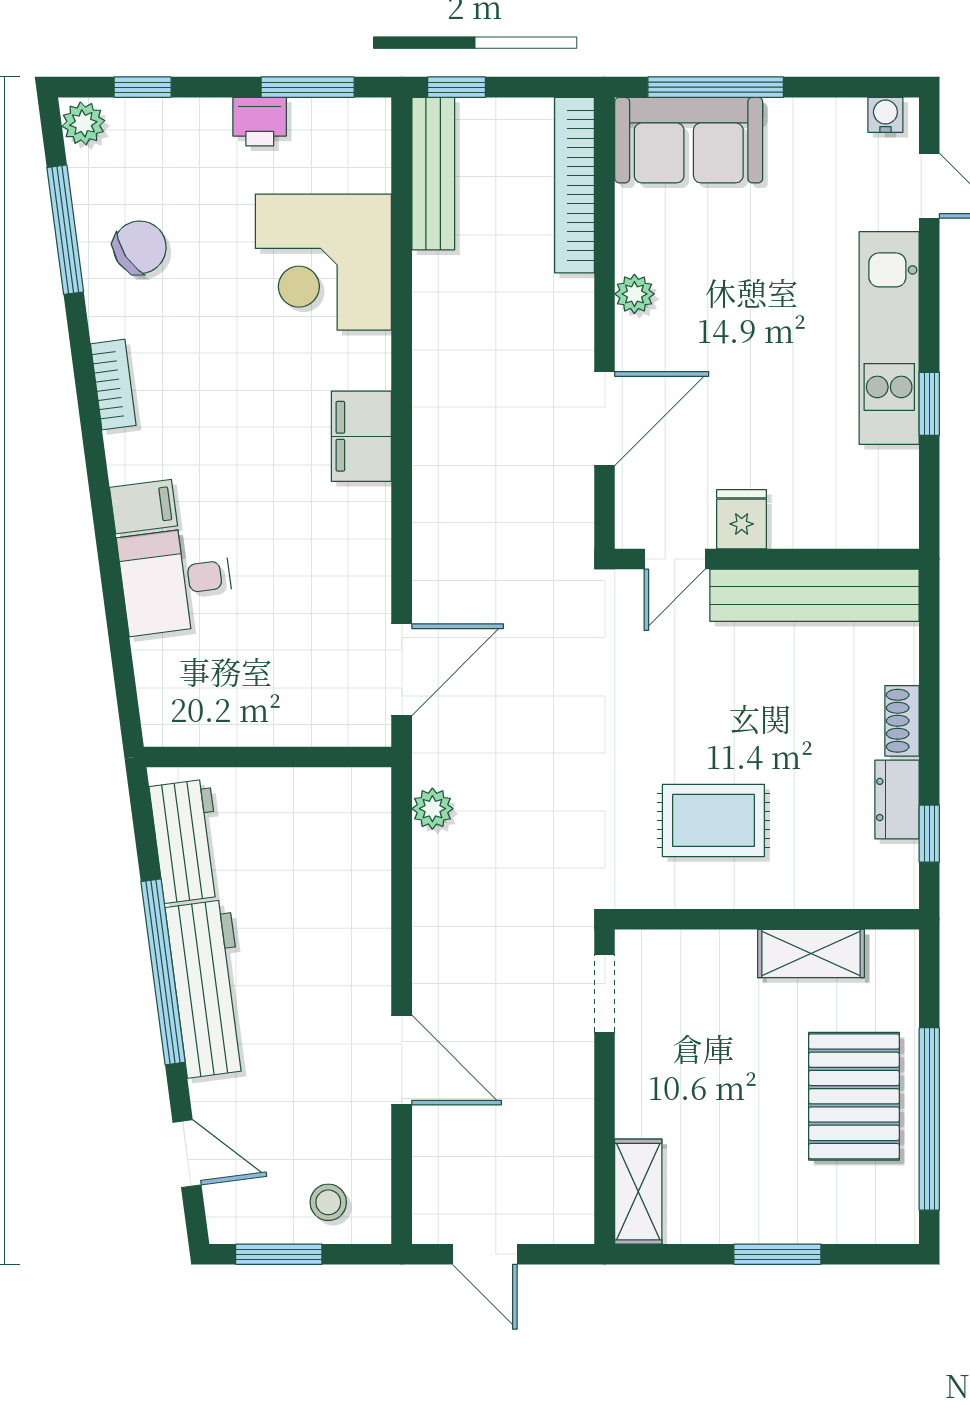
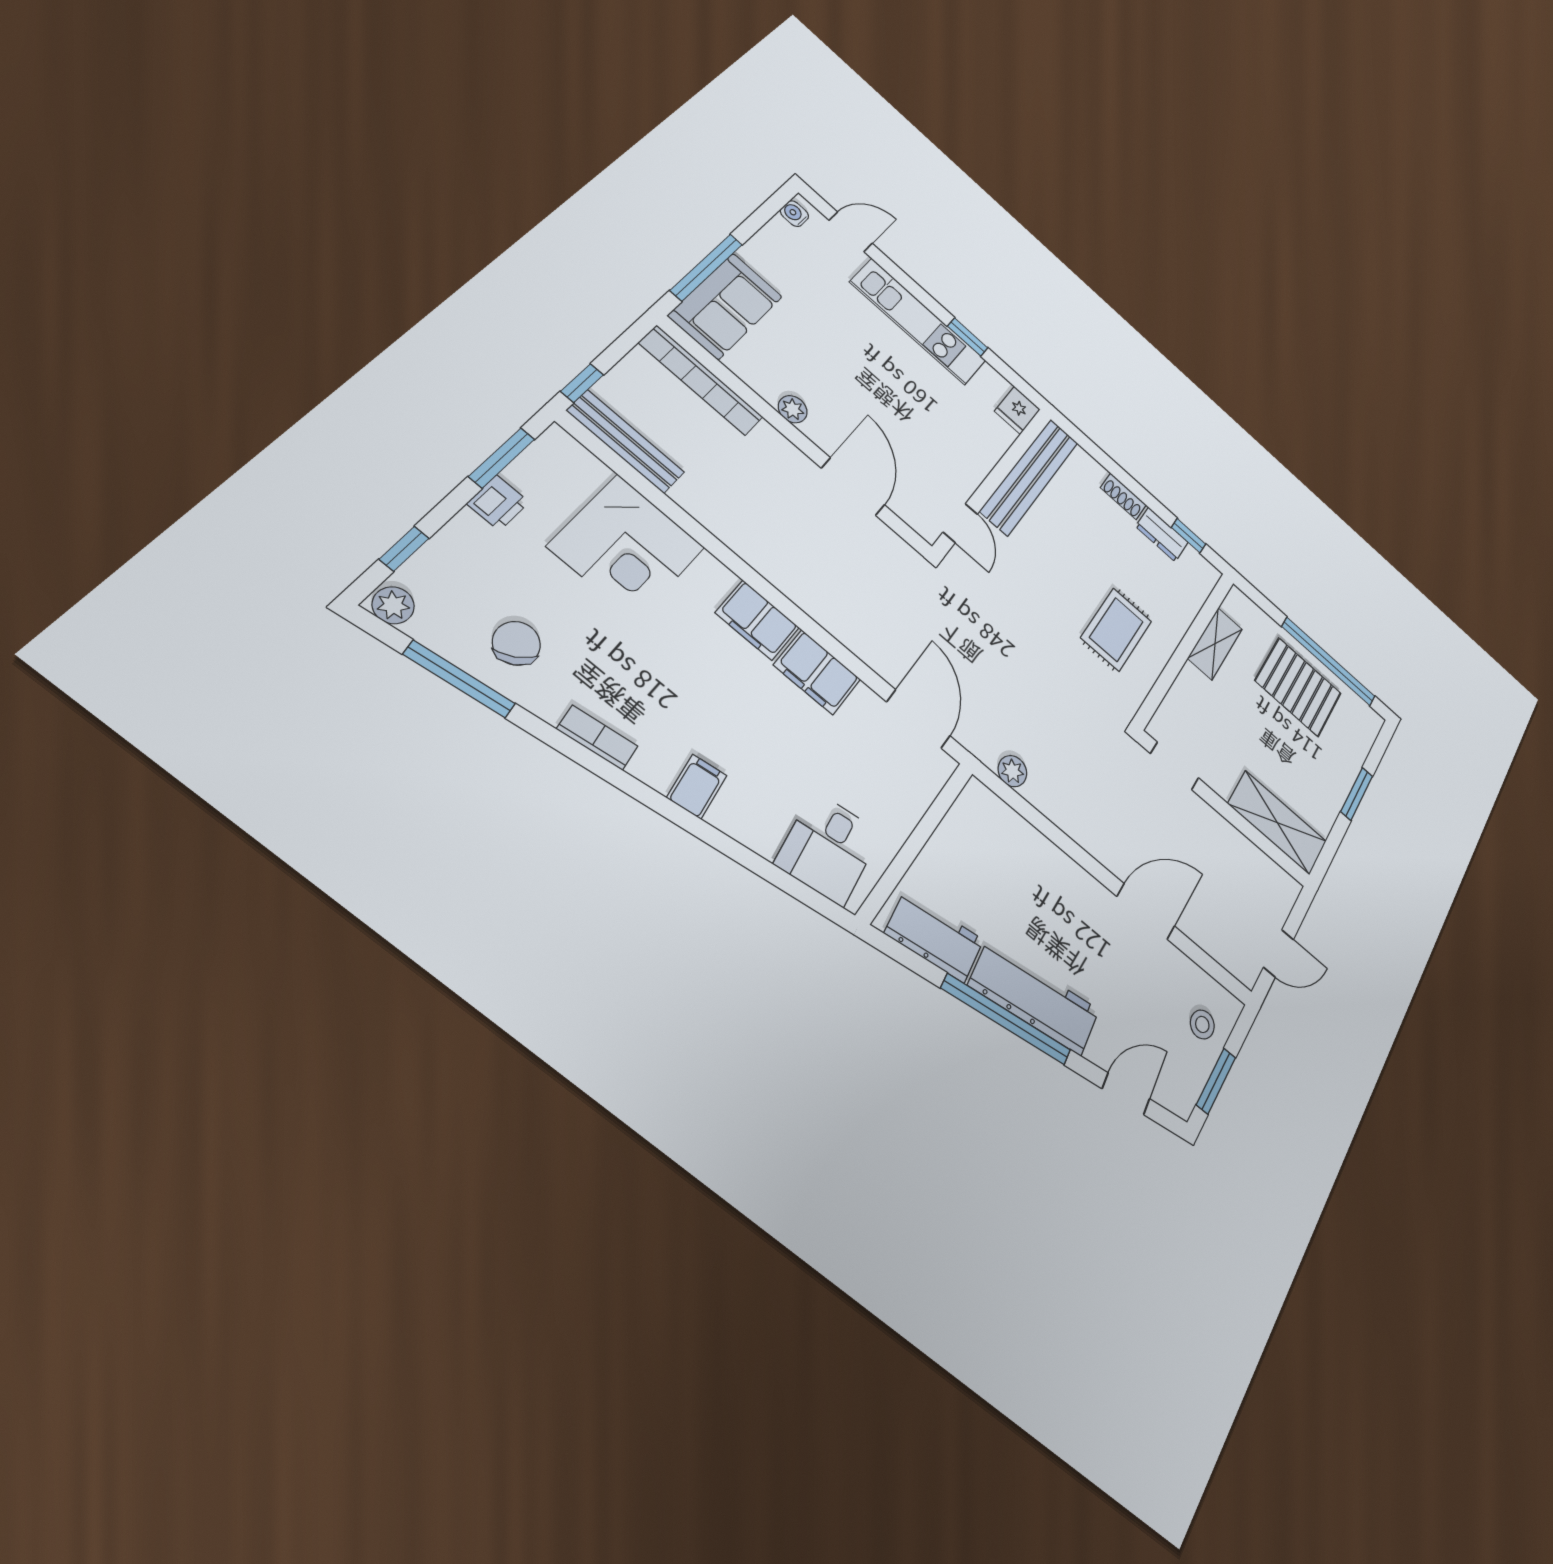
fridge: (742, 519) -> (1017, 410), moved, turned -90
filing cabinet: (360, 533) -> (817, 672), added
desk: (176, 580) -> (828, 848), moved
shelving: (638, 1192) -> (1277, 823), width x1.50, depth x1.33

